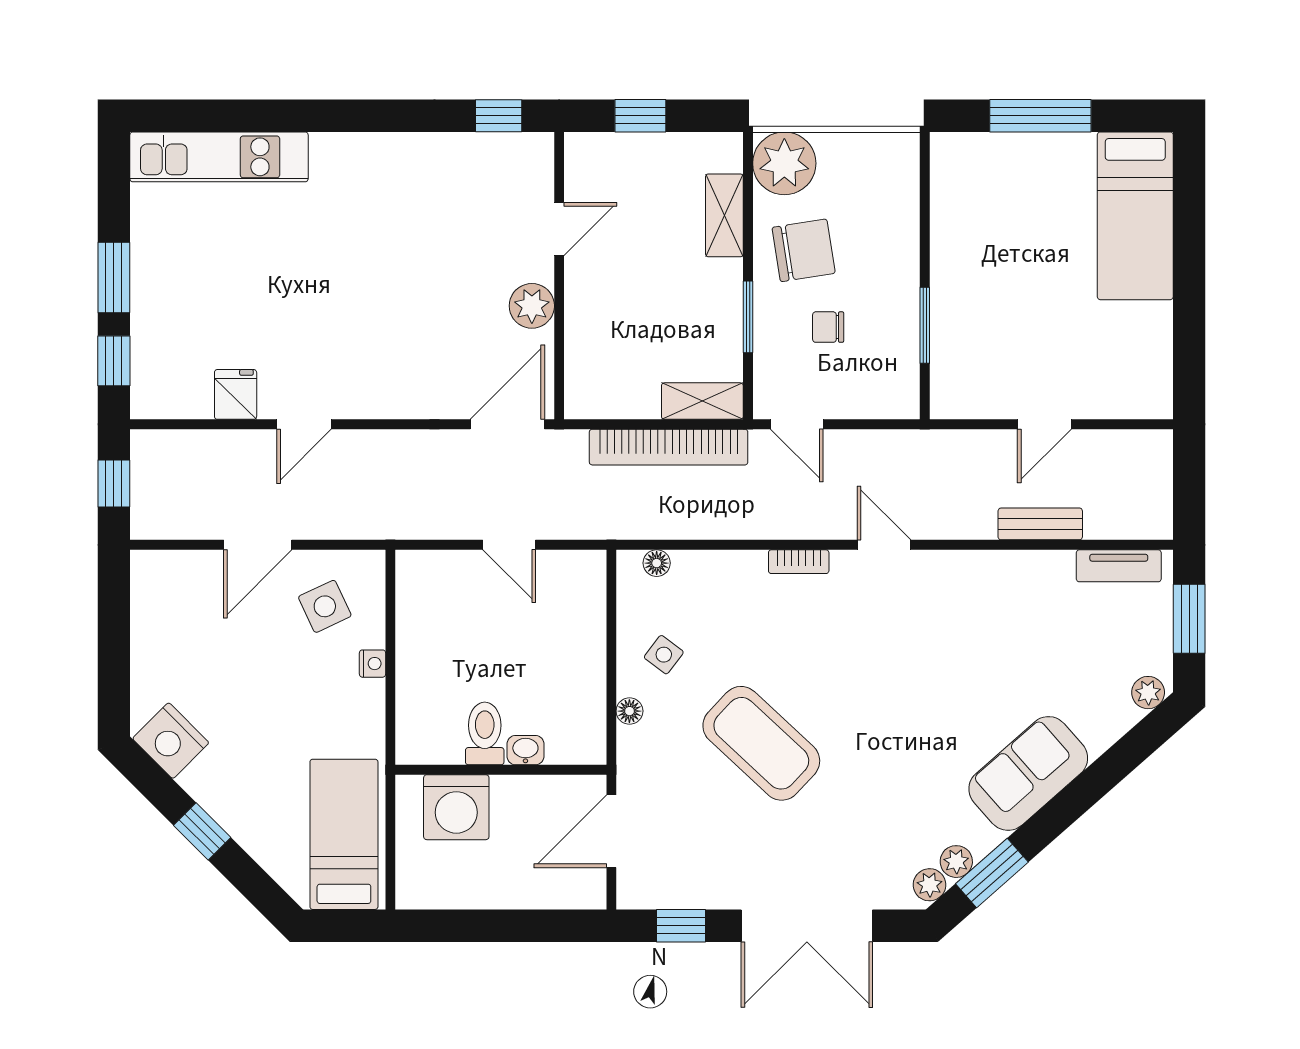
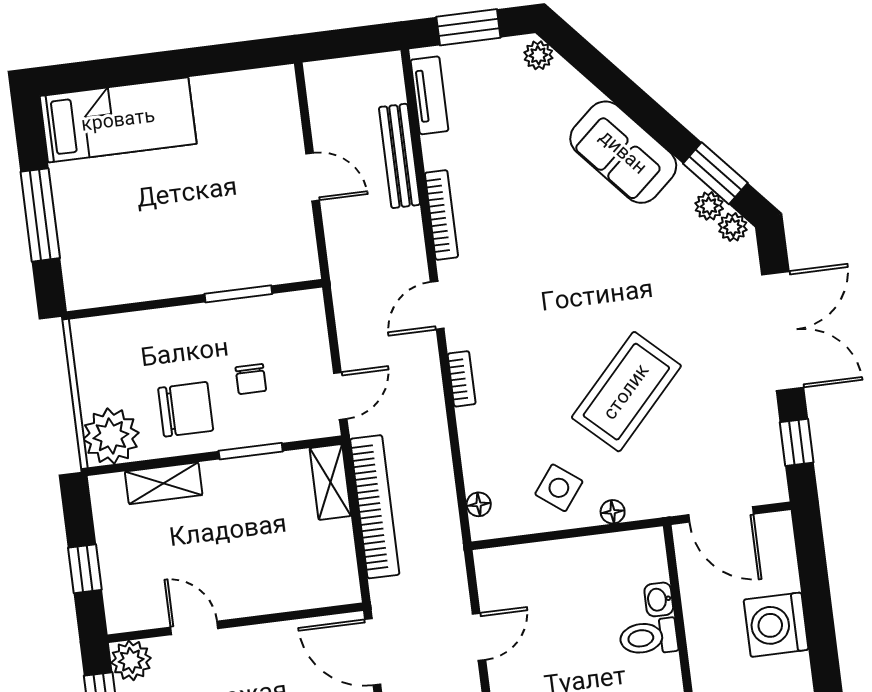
chair: (804, 250) -> (186, 409), turned 99
plant: (532, 306) -> (131, 660), moved
bench: (1040, 524) -> (400, 156), width x1.36
bookcase: (984, 562) -> (441, 215), added
side table: (664, 655) -> (559, 488), width x1.37, depth x1.37
washing machine: (456, 807) -> (776, 625), moved, turned 180

